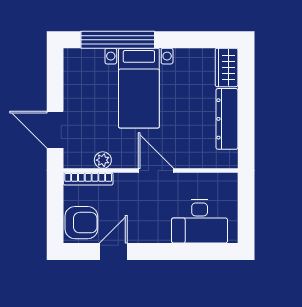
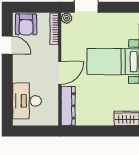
dresser: (227, 119) -> (68, 106), moved, turned 90
plant: (103, 160) -> (67, 18), moved

